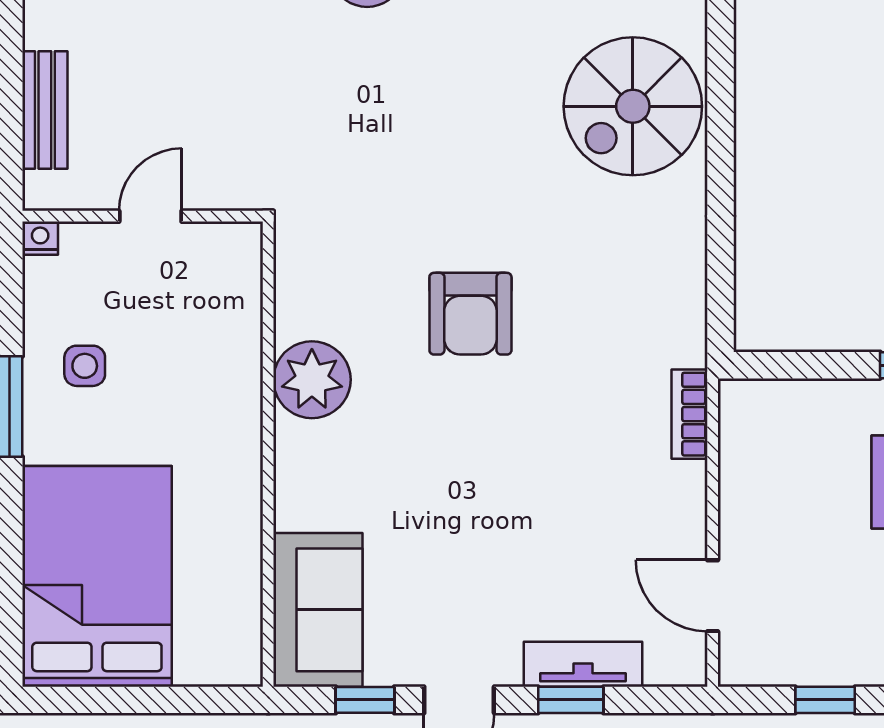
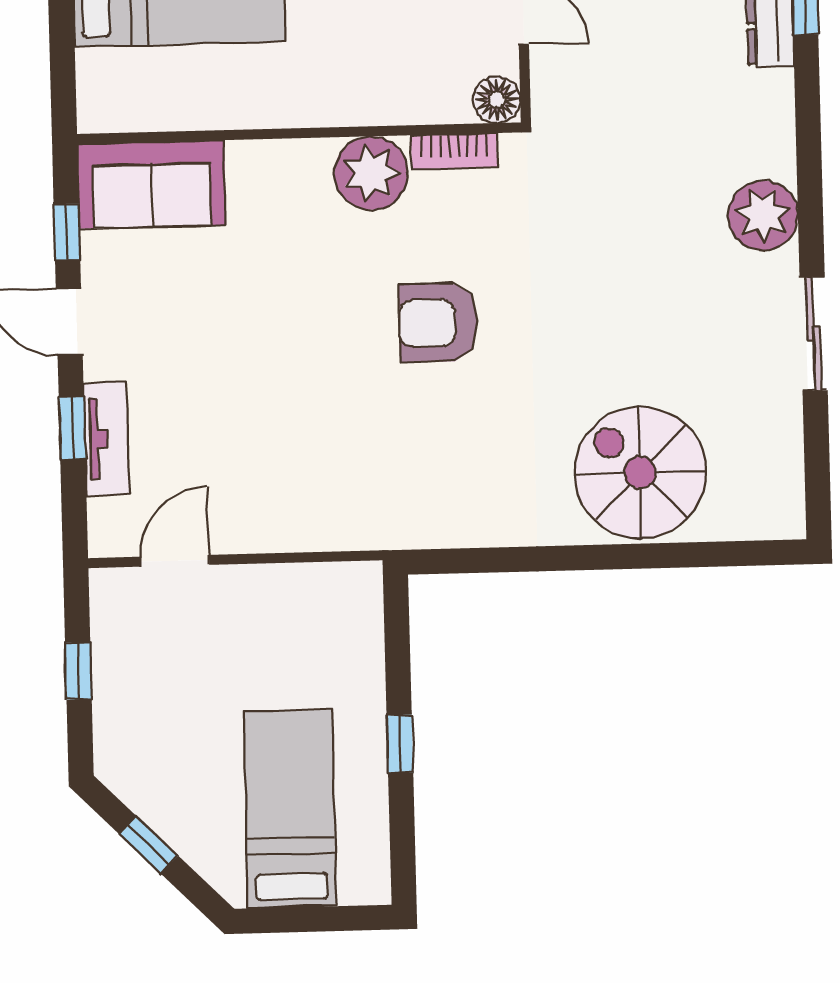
floor lamp: (238, 246) -> (497, 99), added
bookcase: (690, 414) -> (454, 151), moved, turned 180

